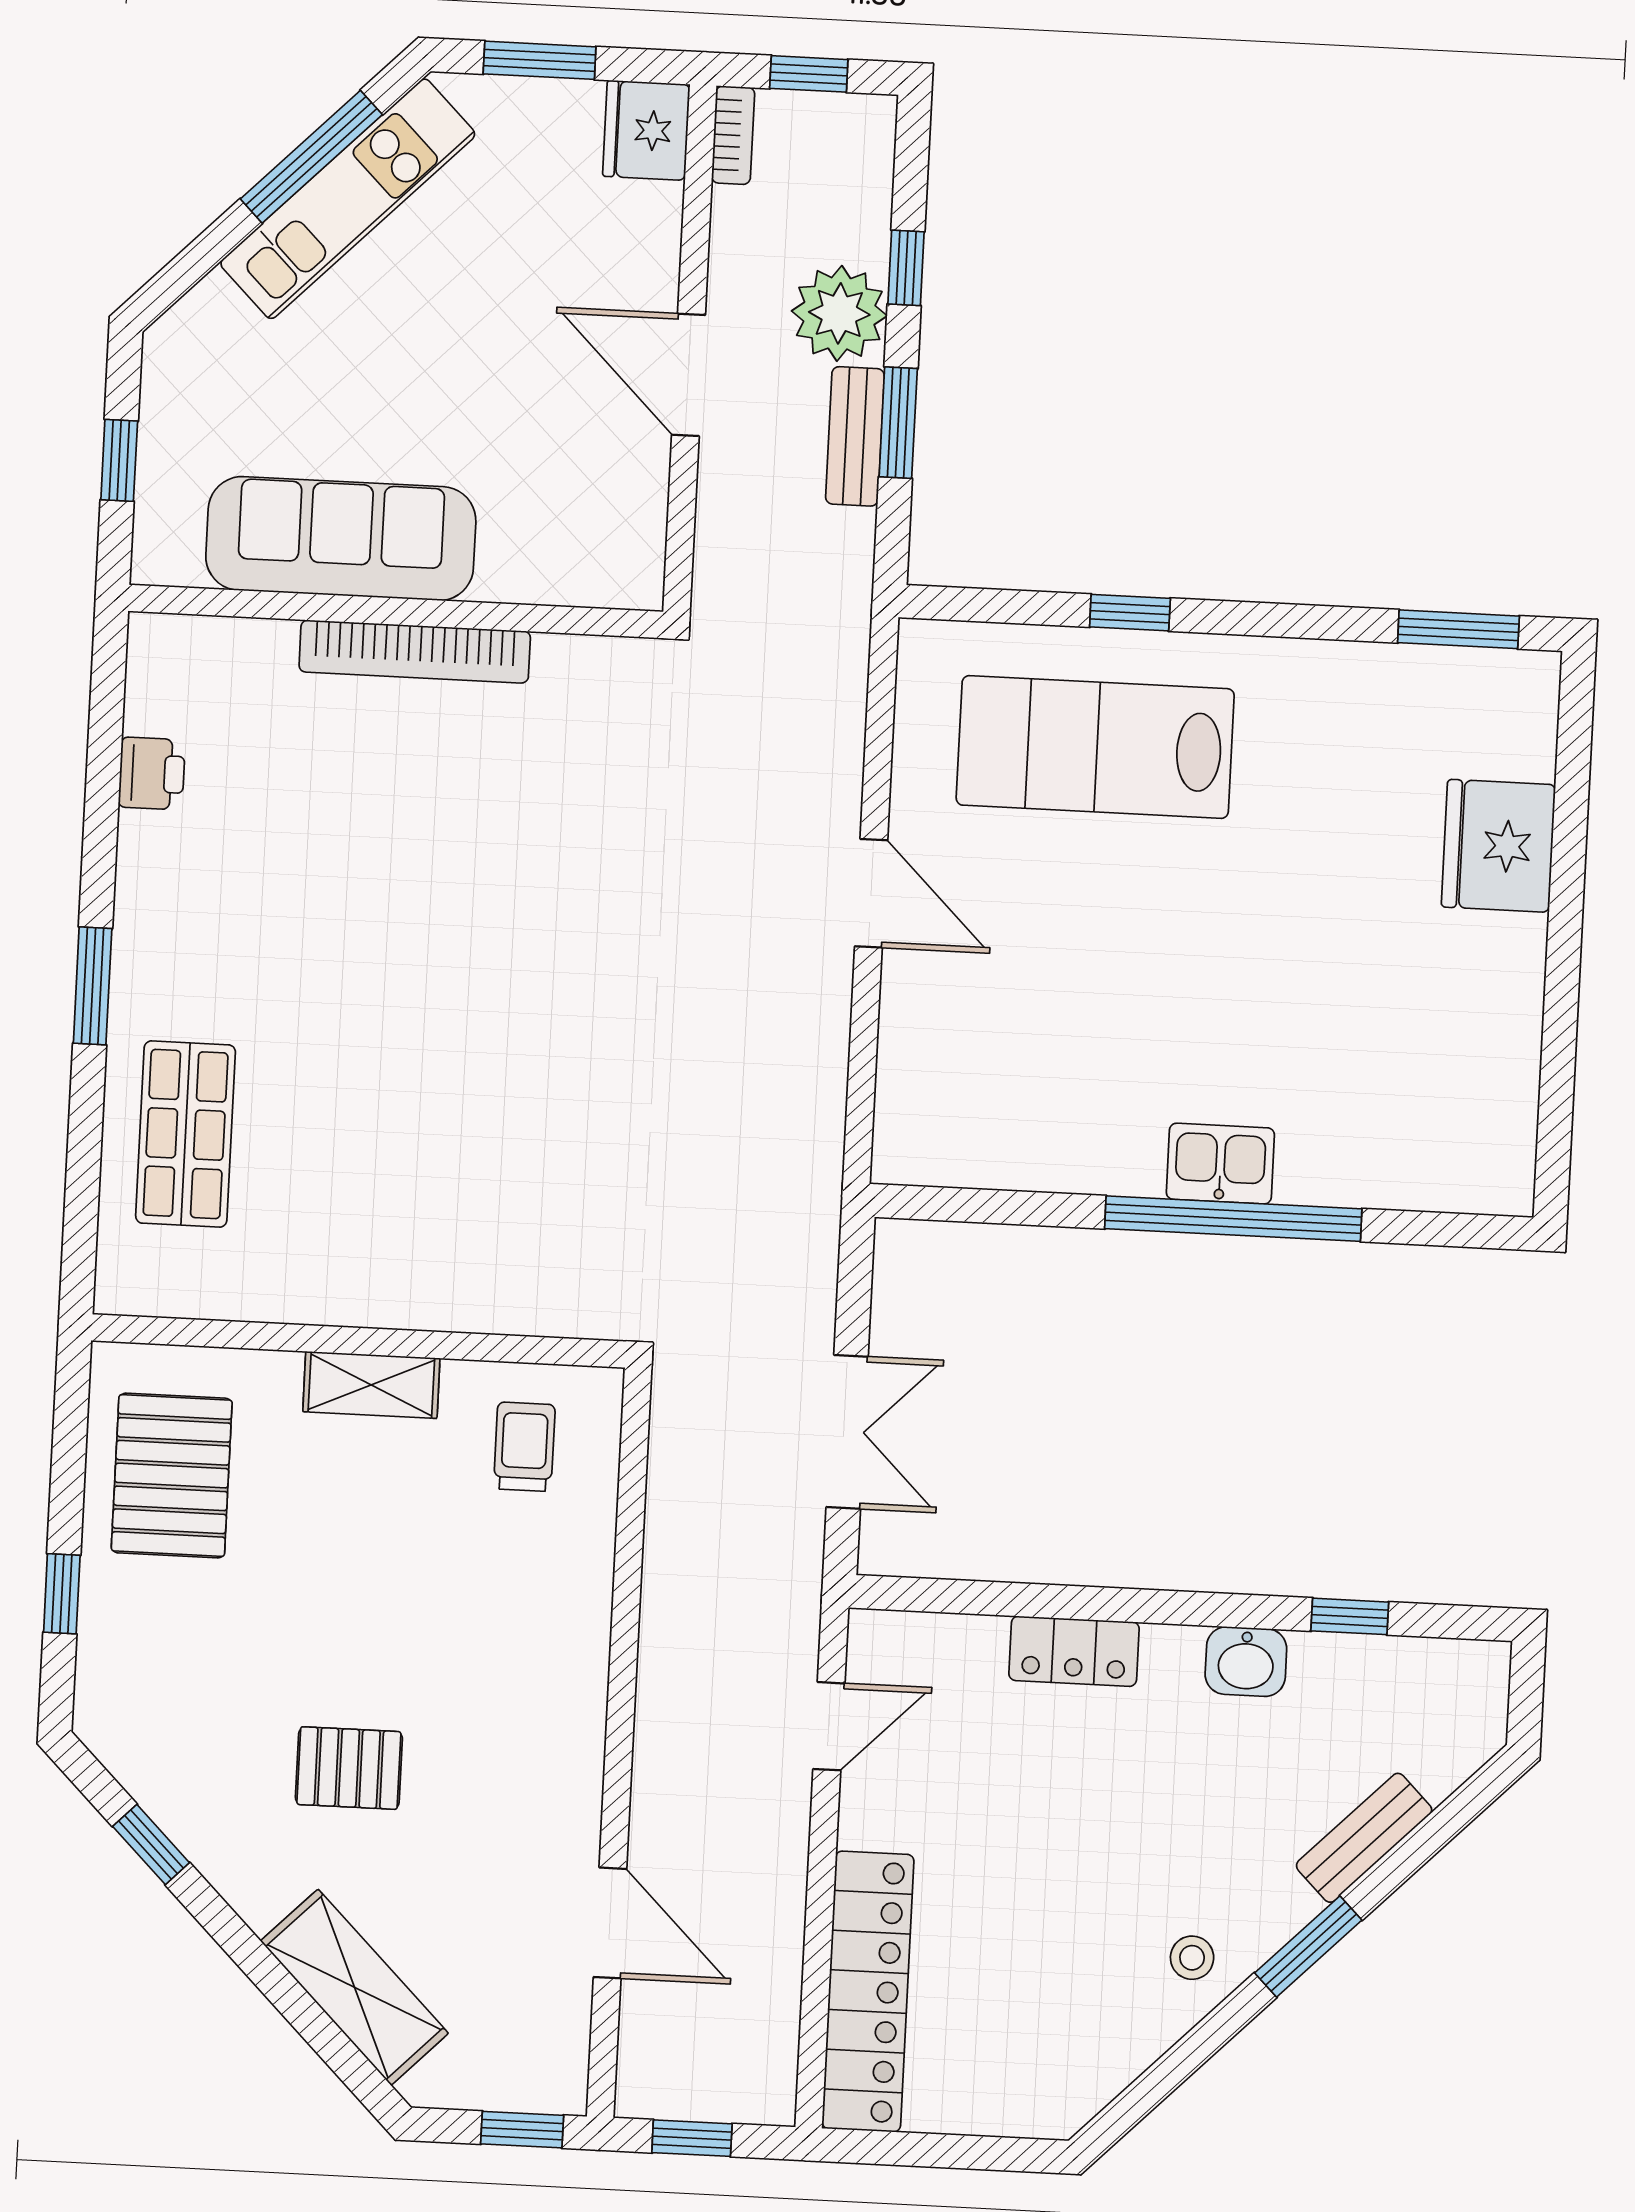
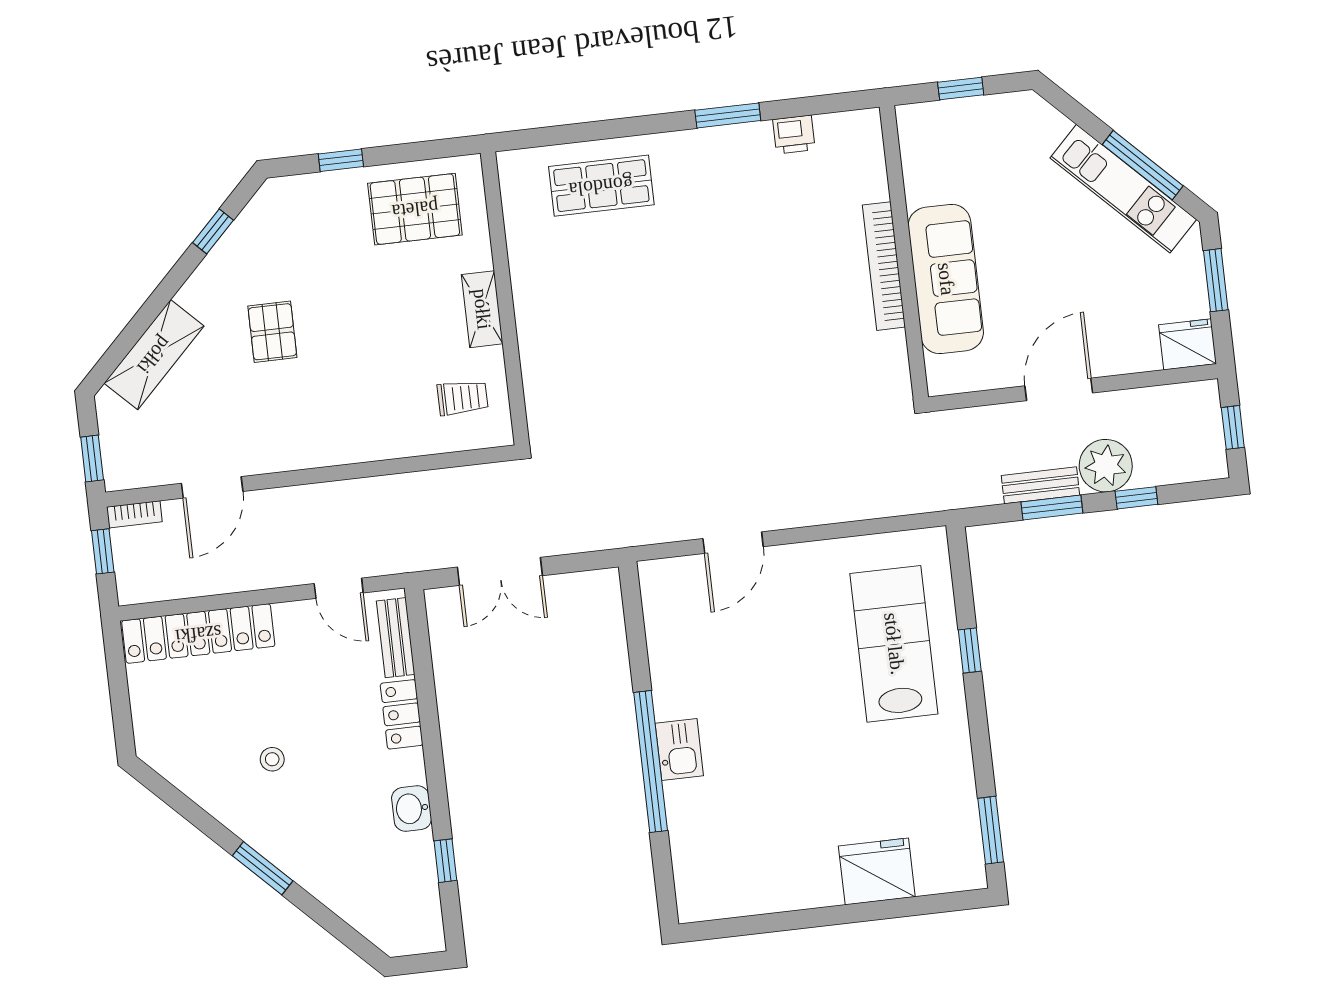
bookcase: (733, 135) -> (134, 514), moved
sofa: (341, 539) -> (946, 279), moved
door: (871, 893) -> (733, 543), moved
window: (93, 986) -> (728, 115), moved
bench: (1364, 1838) -> (396, 638), moved, turned 45
stool: (1192, 1958) -> (272, 759), moved

